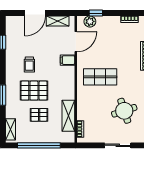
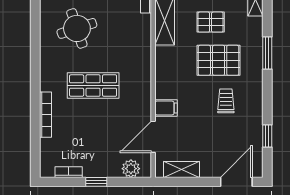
door: (35, 13) -> (236, 182), moved
window: (96, 13) -> (96, 182), moved
shop shelf: (100, 77) -> (93, 86), moved

